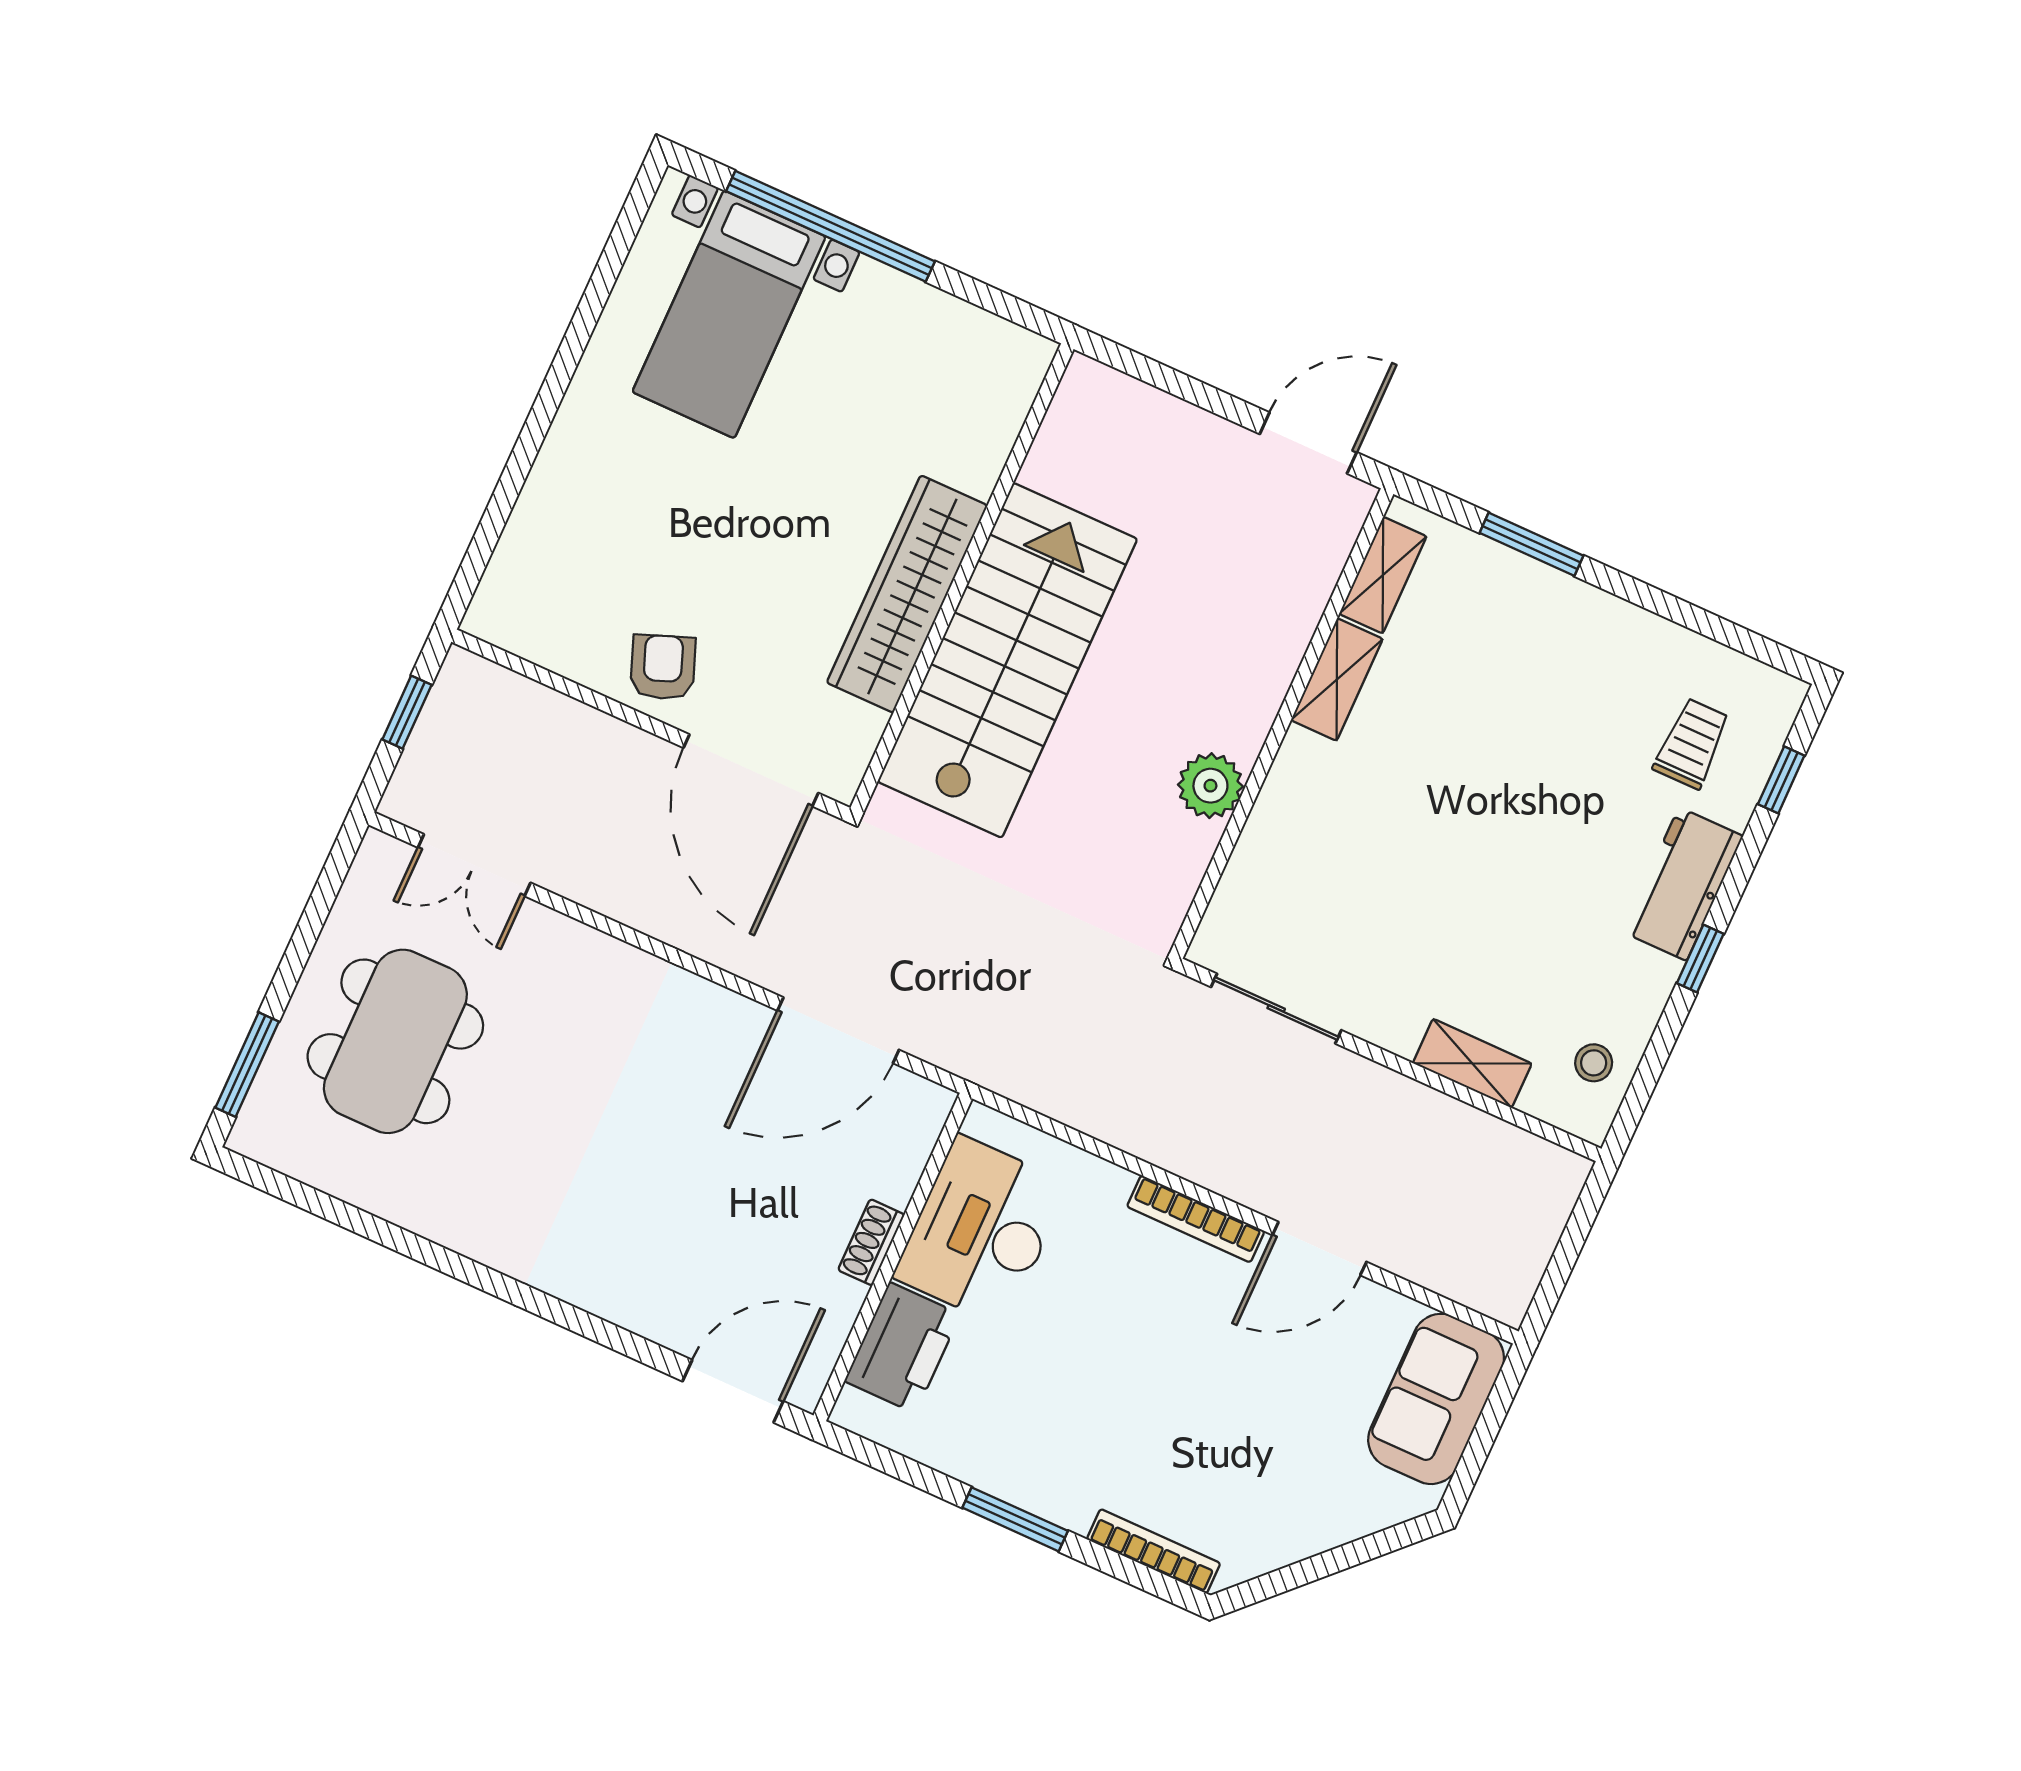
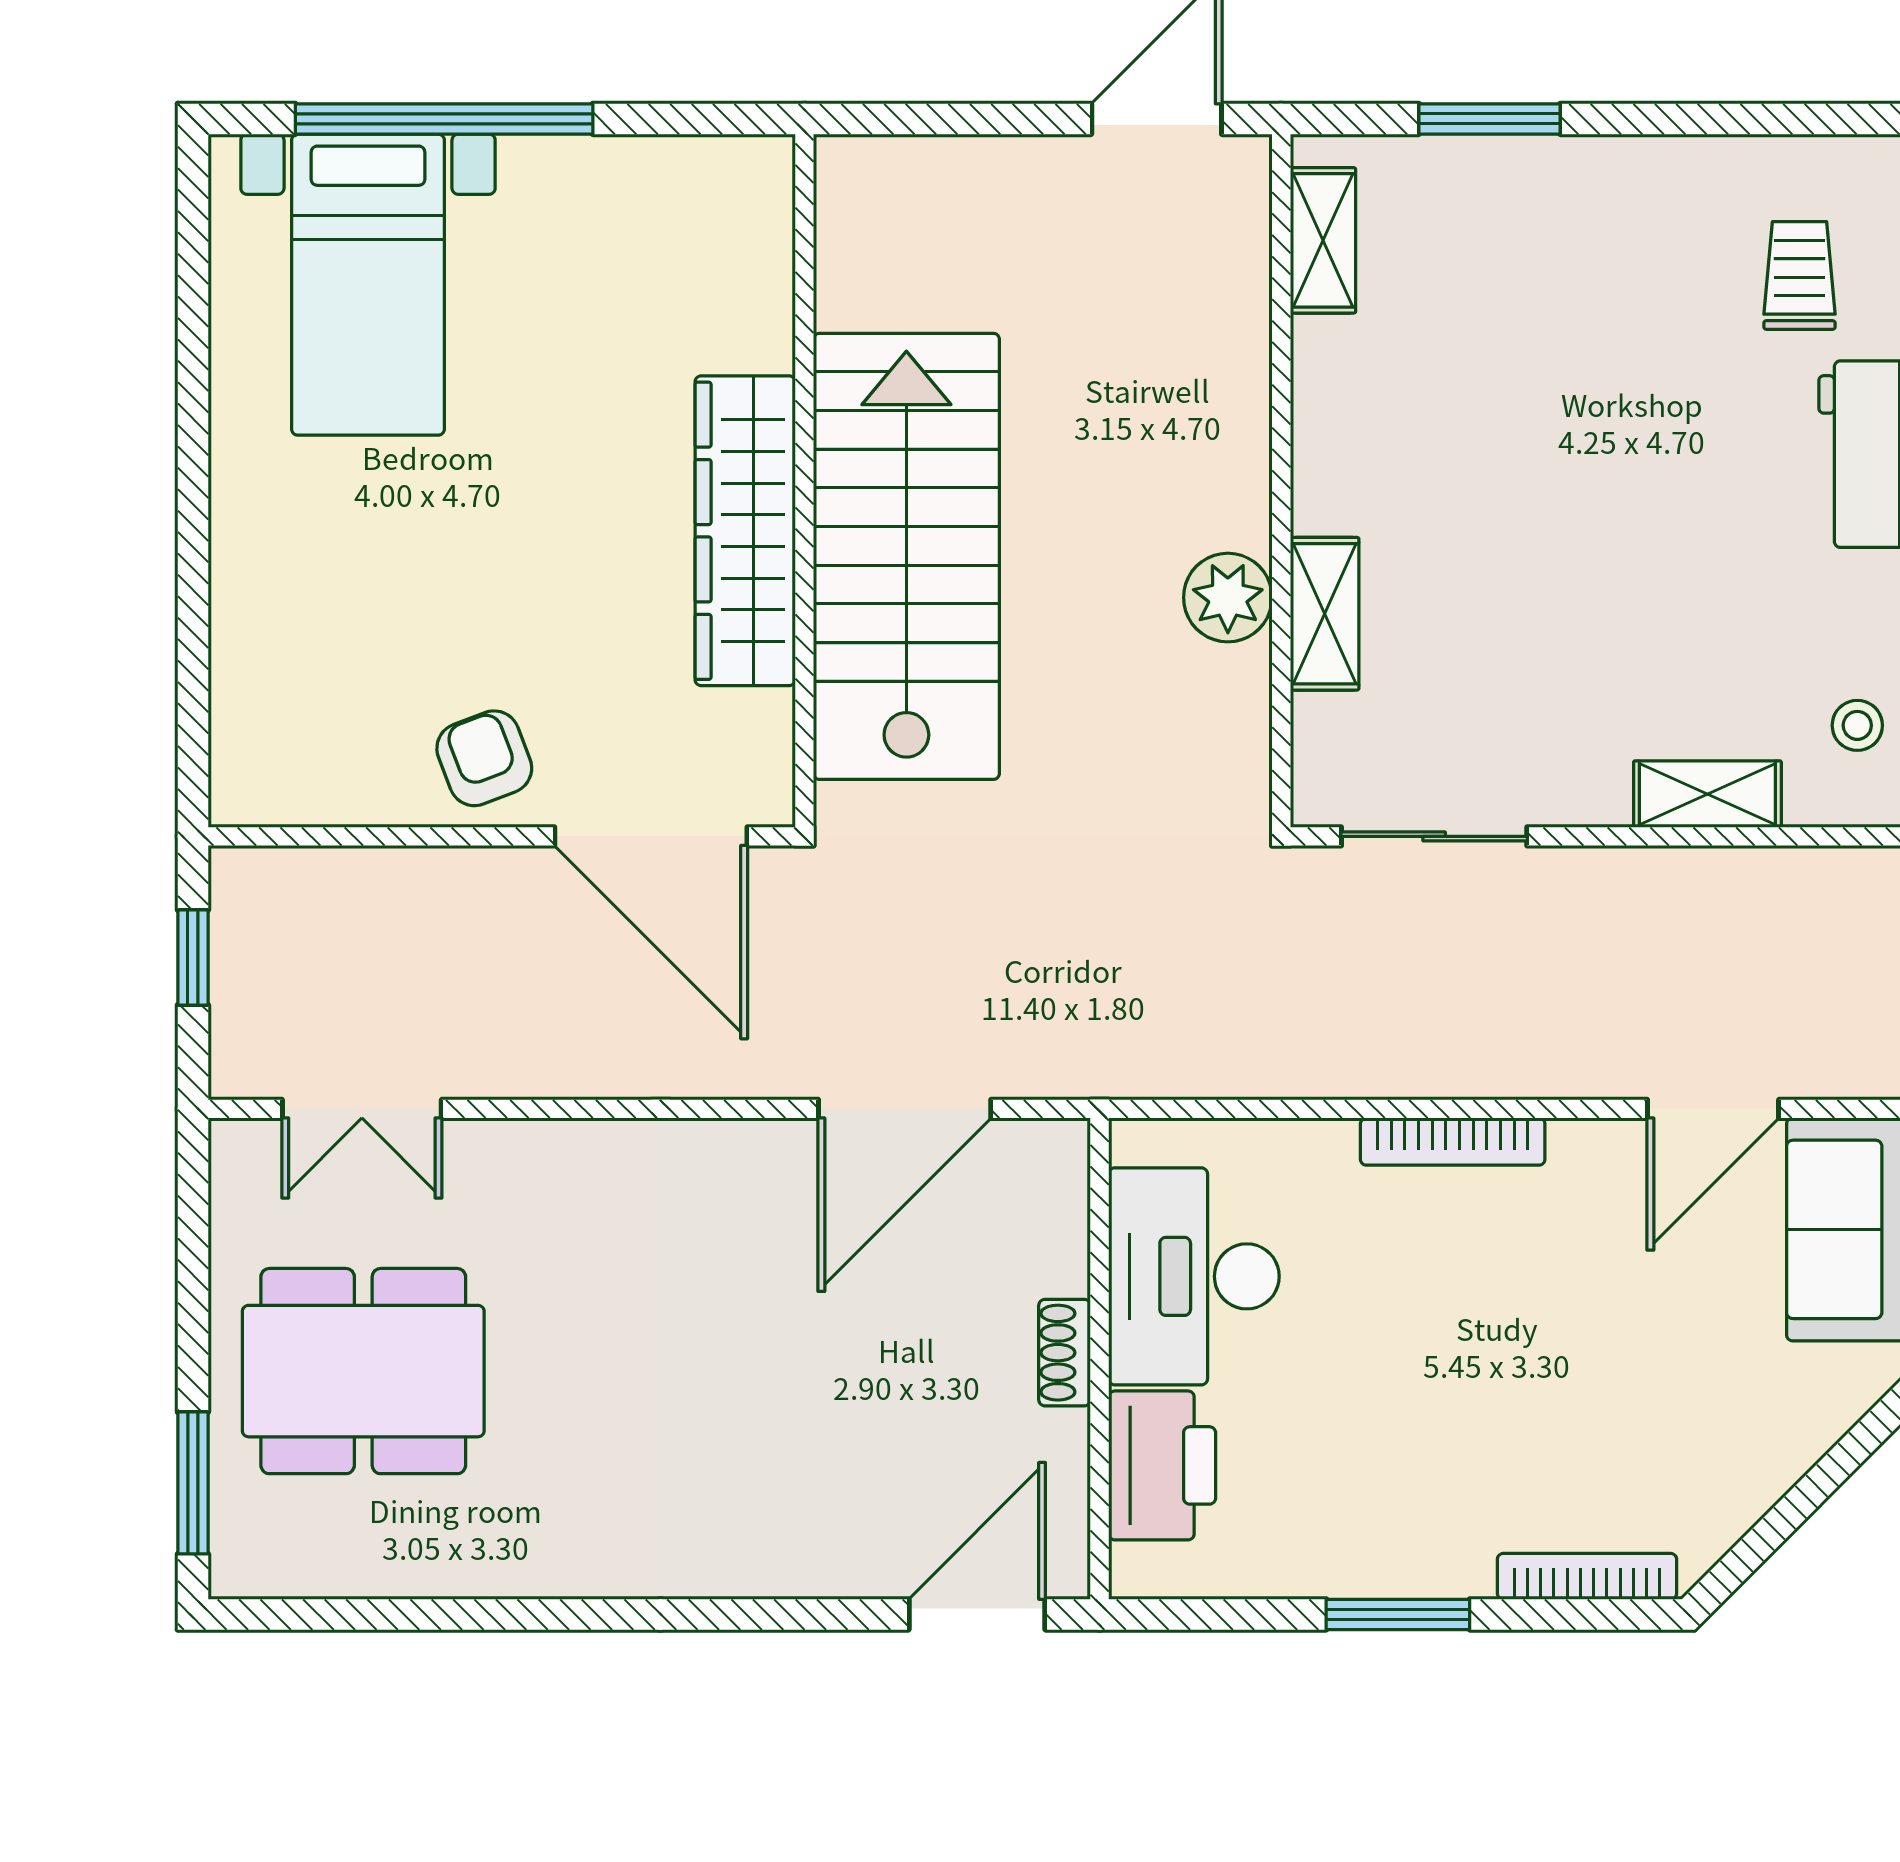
shelving: (1337, 679) -> (1325, 614), moved
dining table: (395, 1041) -> (363, 1371), turned 90
door: (1319, 1249) -> (1713, 1109), moved

